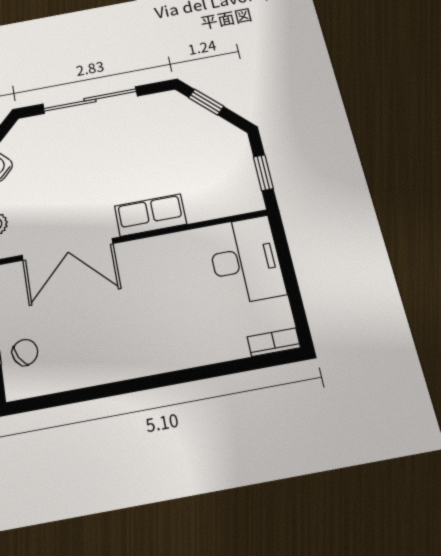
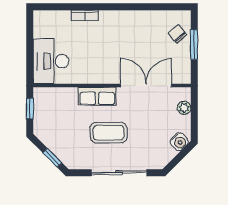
coffee table: (119, 159) -> (109, 133), added
bookcase: (274, 342) -> (85, 15), moved
chair: (25, 352) -> (177, 34), turned 80

